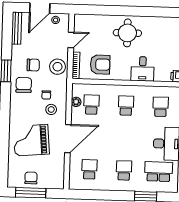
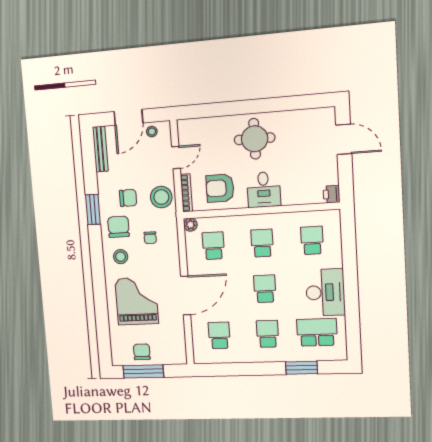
armchair: (100, 64) -> (220, 188), turned 180
desk: (143, 69) -> (264, 190), moved
plant: (76, 102) -> (190, 225), moved
stool: (51, 109) -> (121, 257), moved
school desk: (125, 138) -> (265, 289), added
grand piano: (31, 140) -> (137, 301), turned 95

